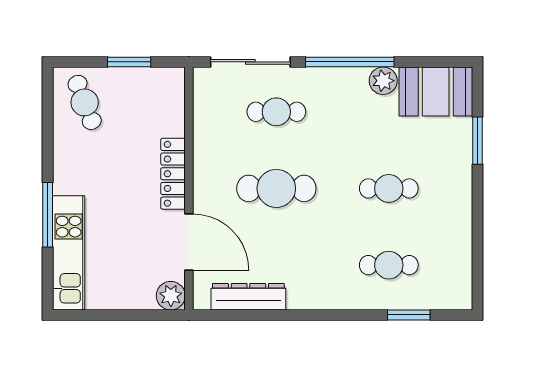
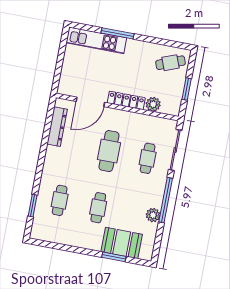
booth: (436, 91) -> (122, 243), moved, turned 90
plant: (171, 296) -> (153, 104), moved

